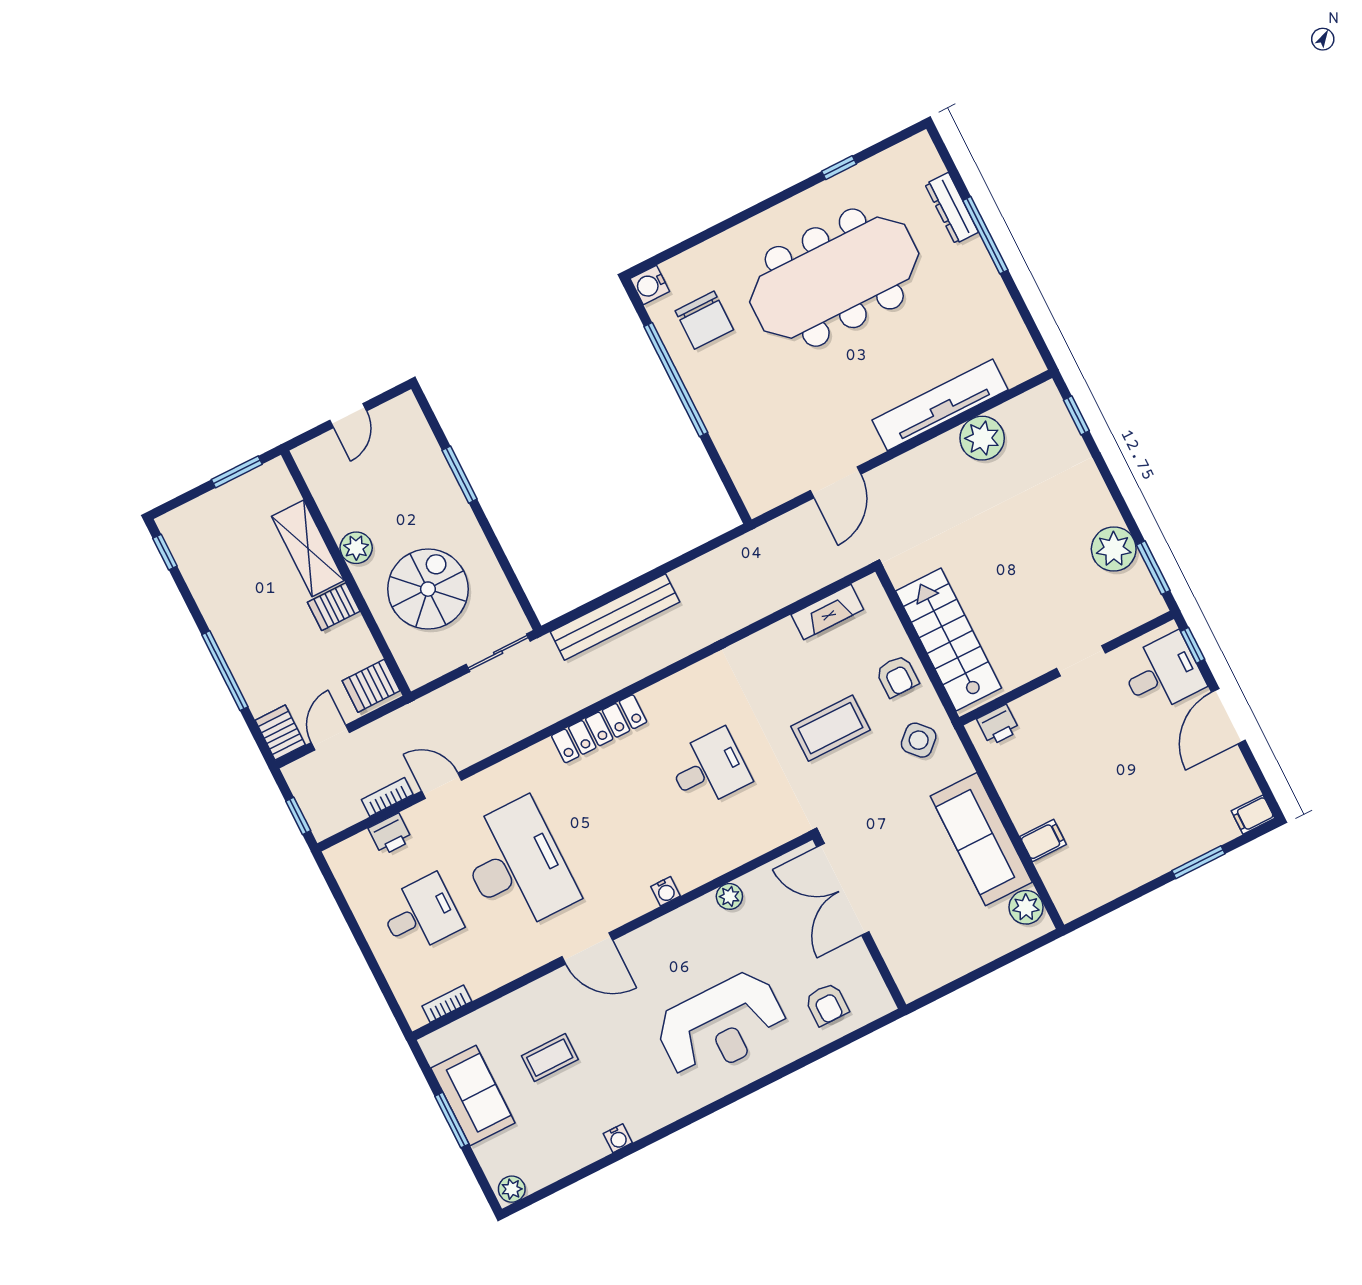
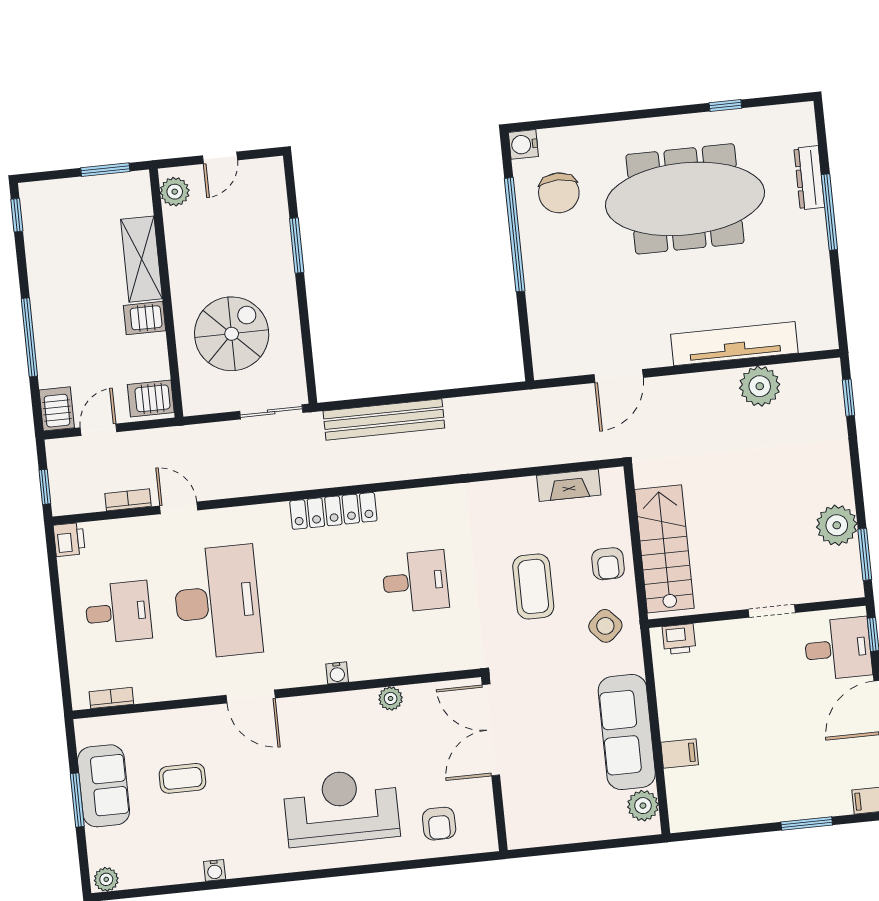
plant: (356, 548) -> (175, 192), moved
coffee table: (831, 728) -> (533, 586), turned 90
printer: (390, 834) -> (69, 540), moved, turned -90
reception desk: (721, 1025) -> (341, 807), turned 180

